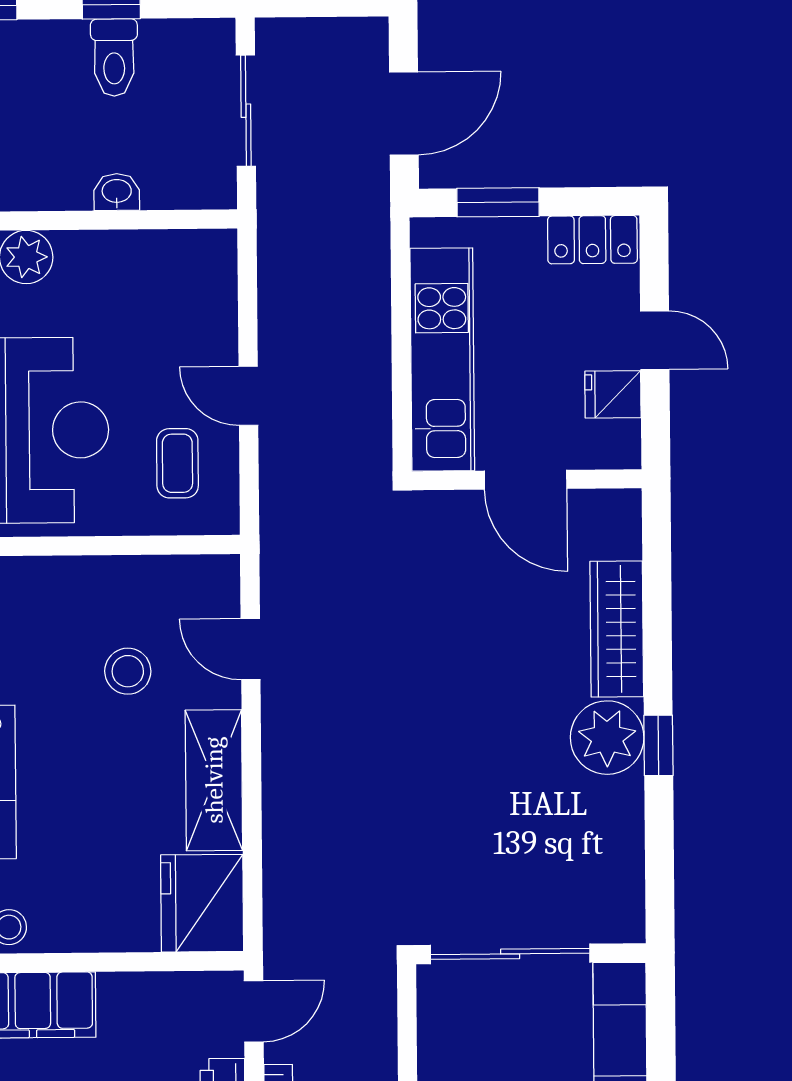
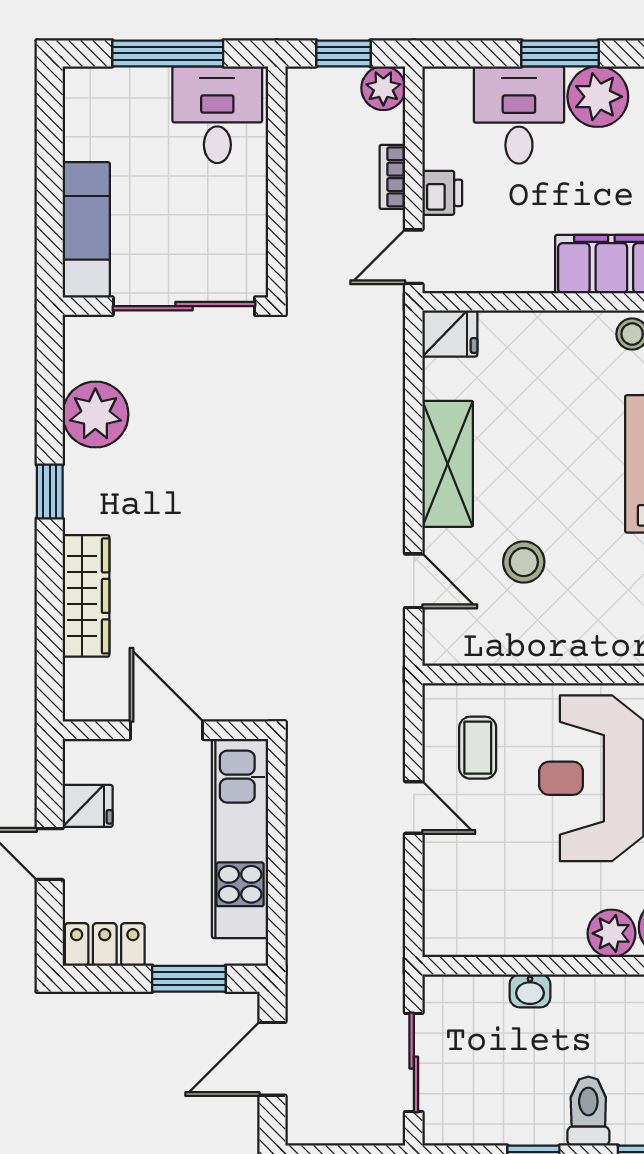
toilet: (114, 58) -> (588, 1111), moved
plant: (607, 738) -> (95, 414), moved
fridge: (202, 903) -> (450, 333), width x0.53, depth x0.75

